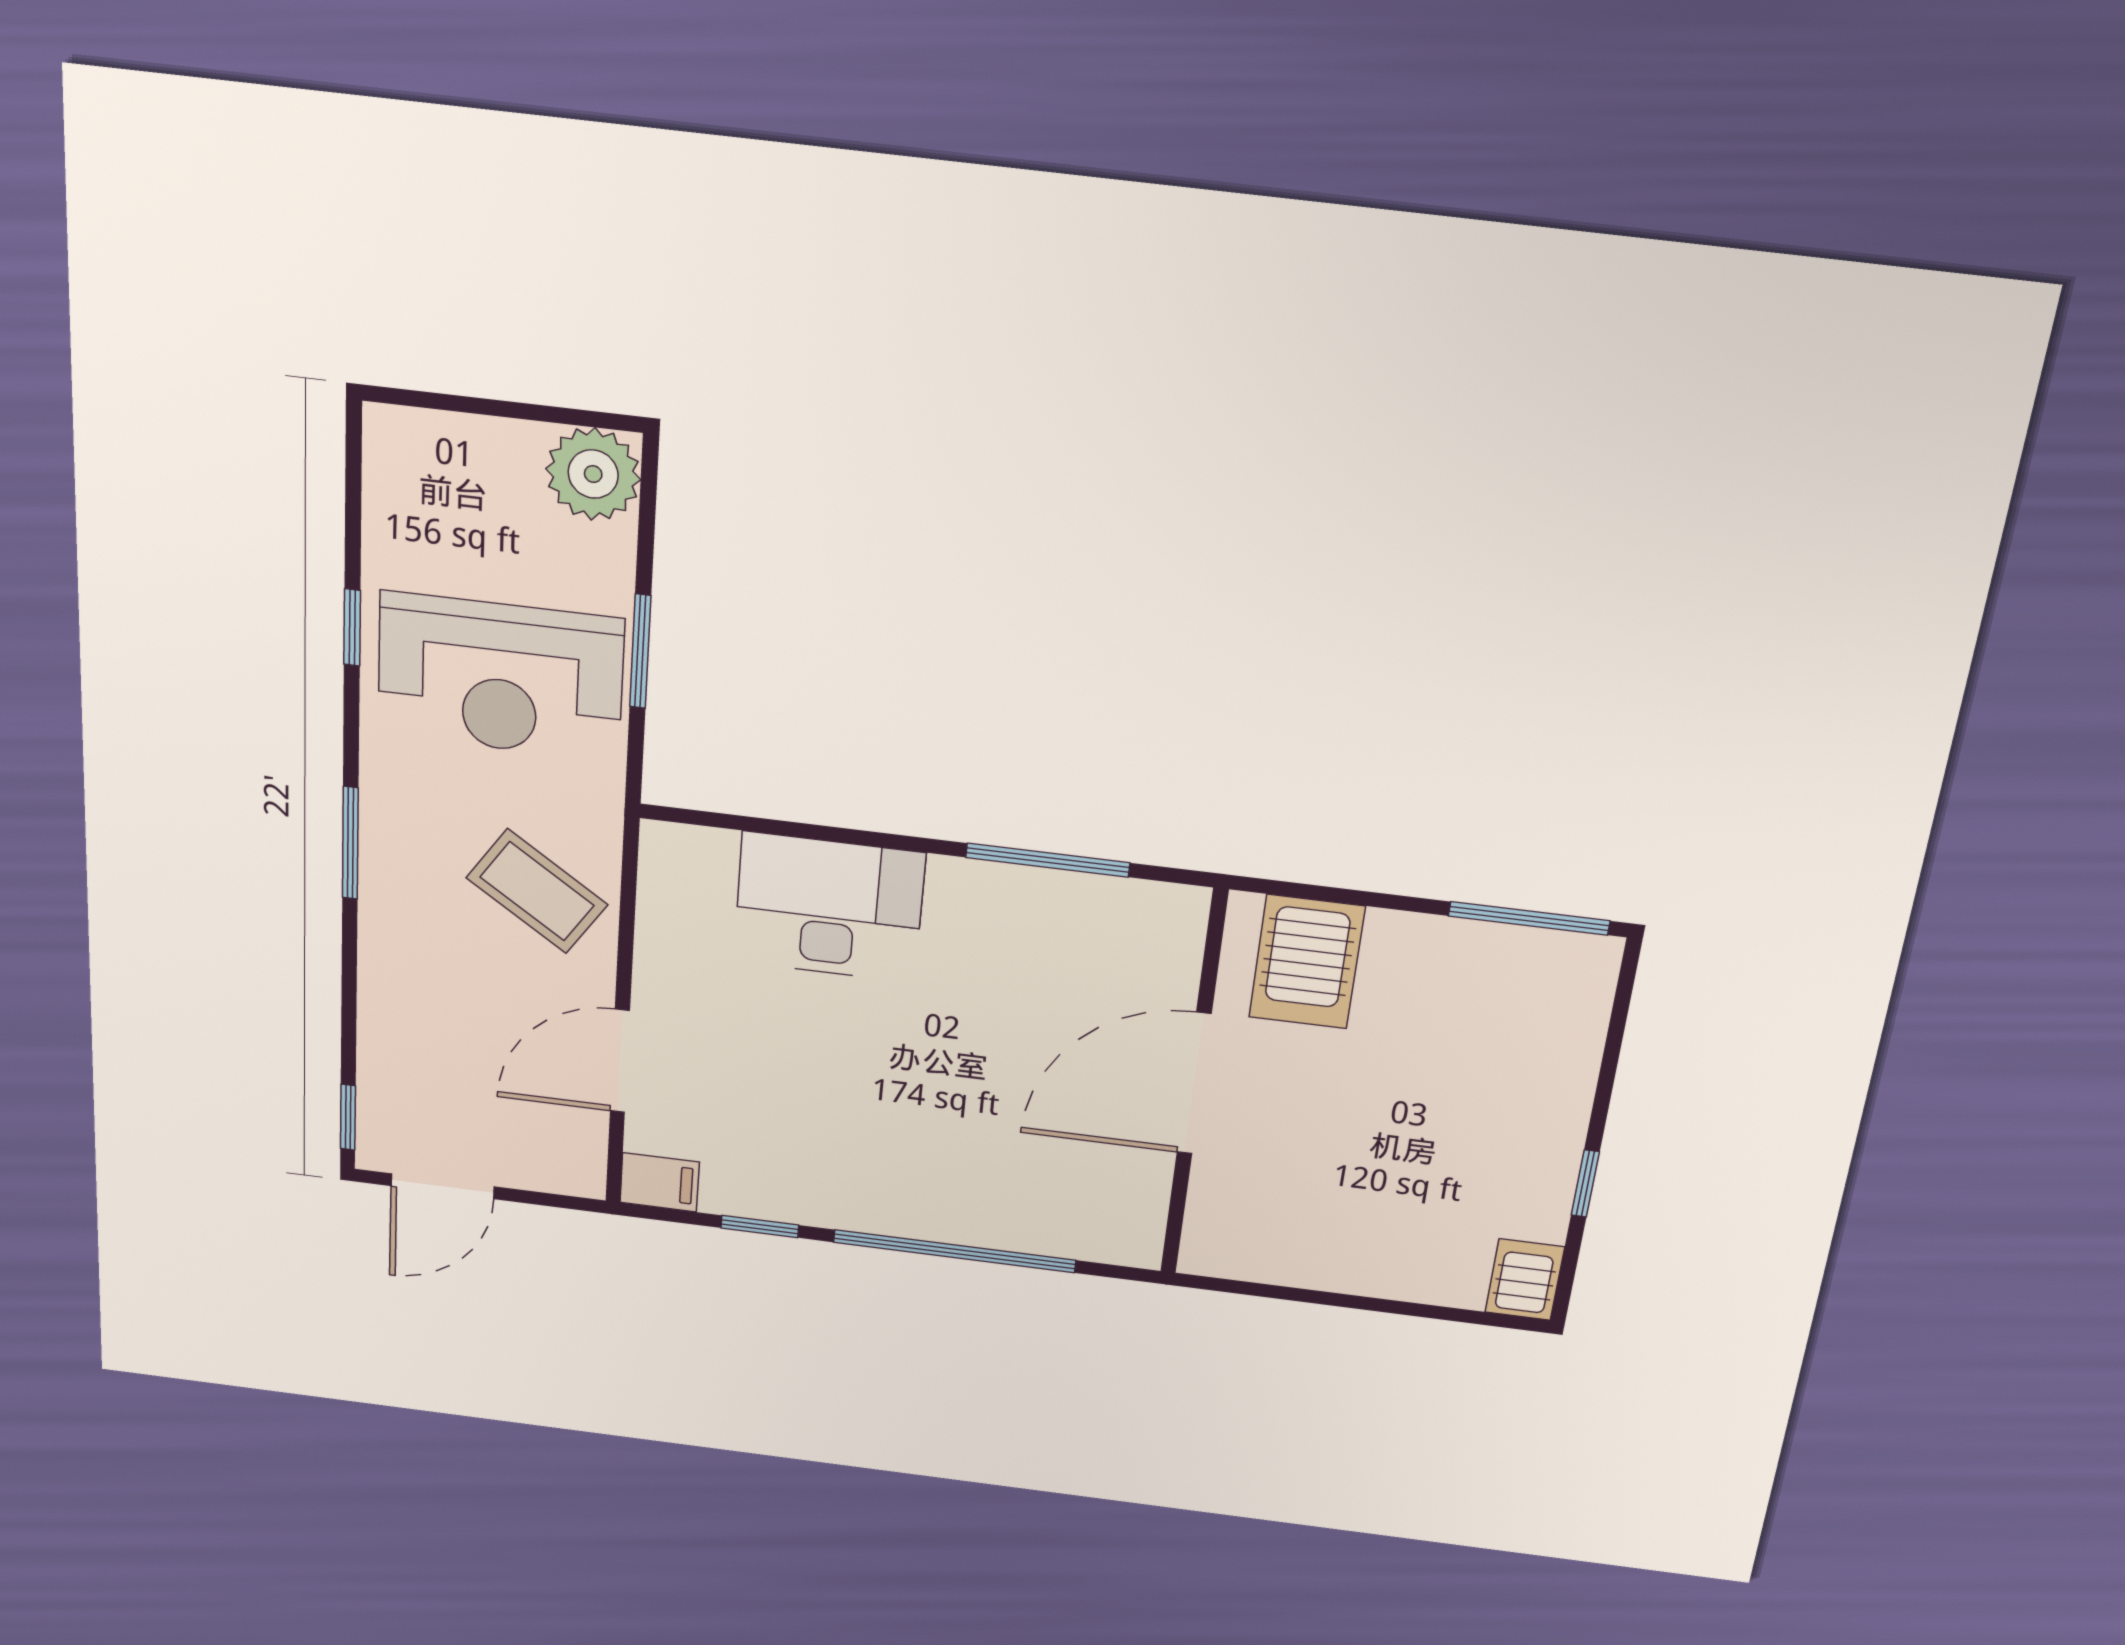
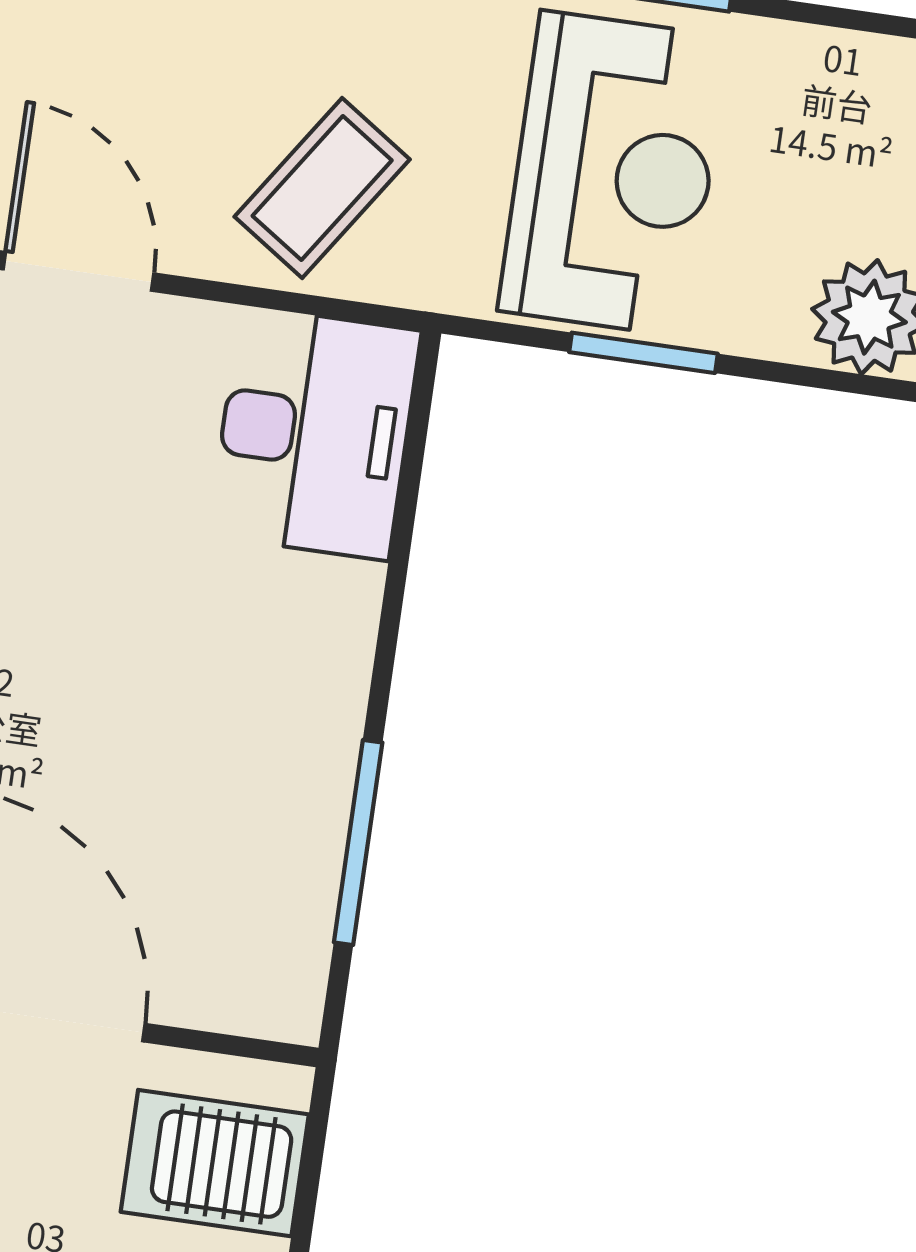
reception desk: (500, 677) -> (613, 174), turned 180
desk: (829, 907) -> (315, 433), moved

